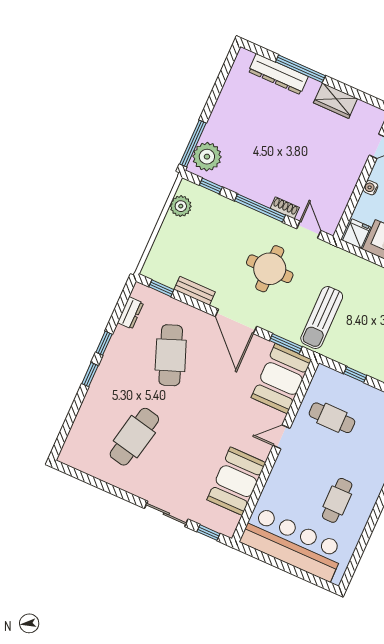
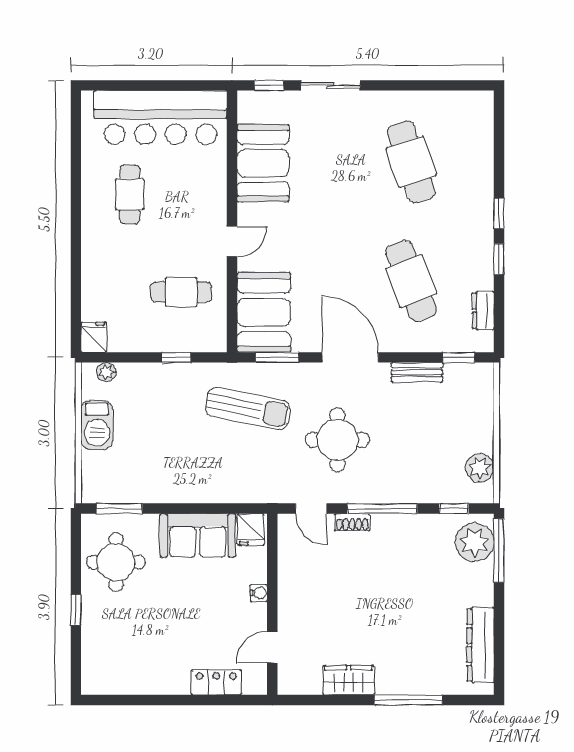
dresser: (278, 74) -> (480, 645), moved, turned -90
sun lounger: (322, 318) -> (248, 409), turned 101
cafe table: (134, 437) -> (411, 162), turned -30

